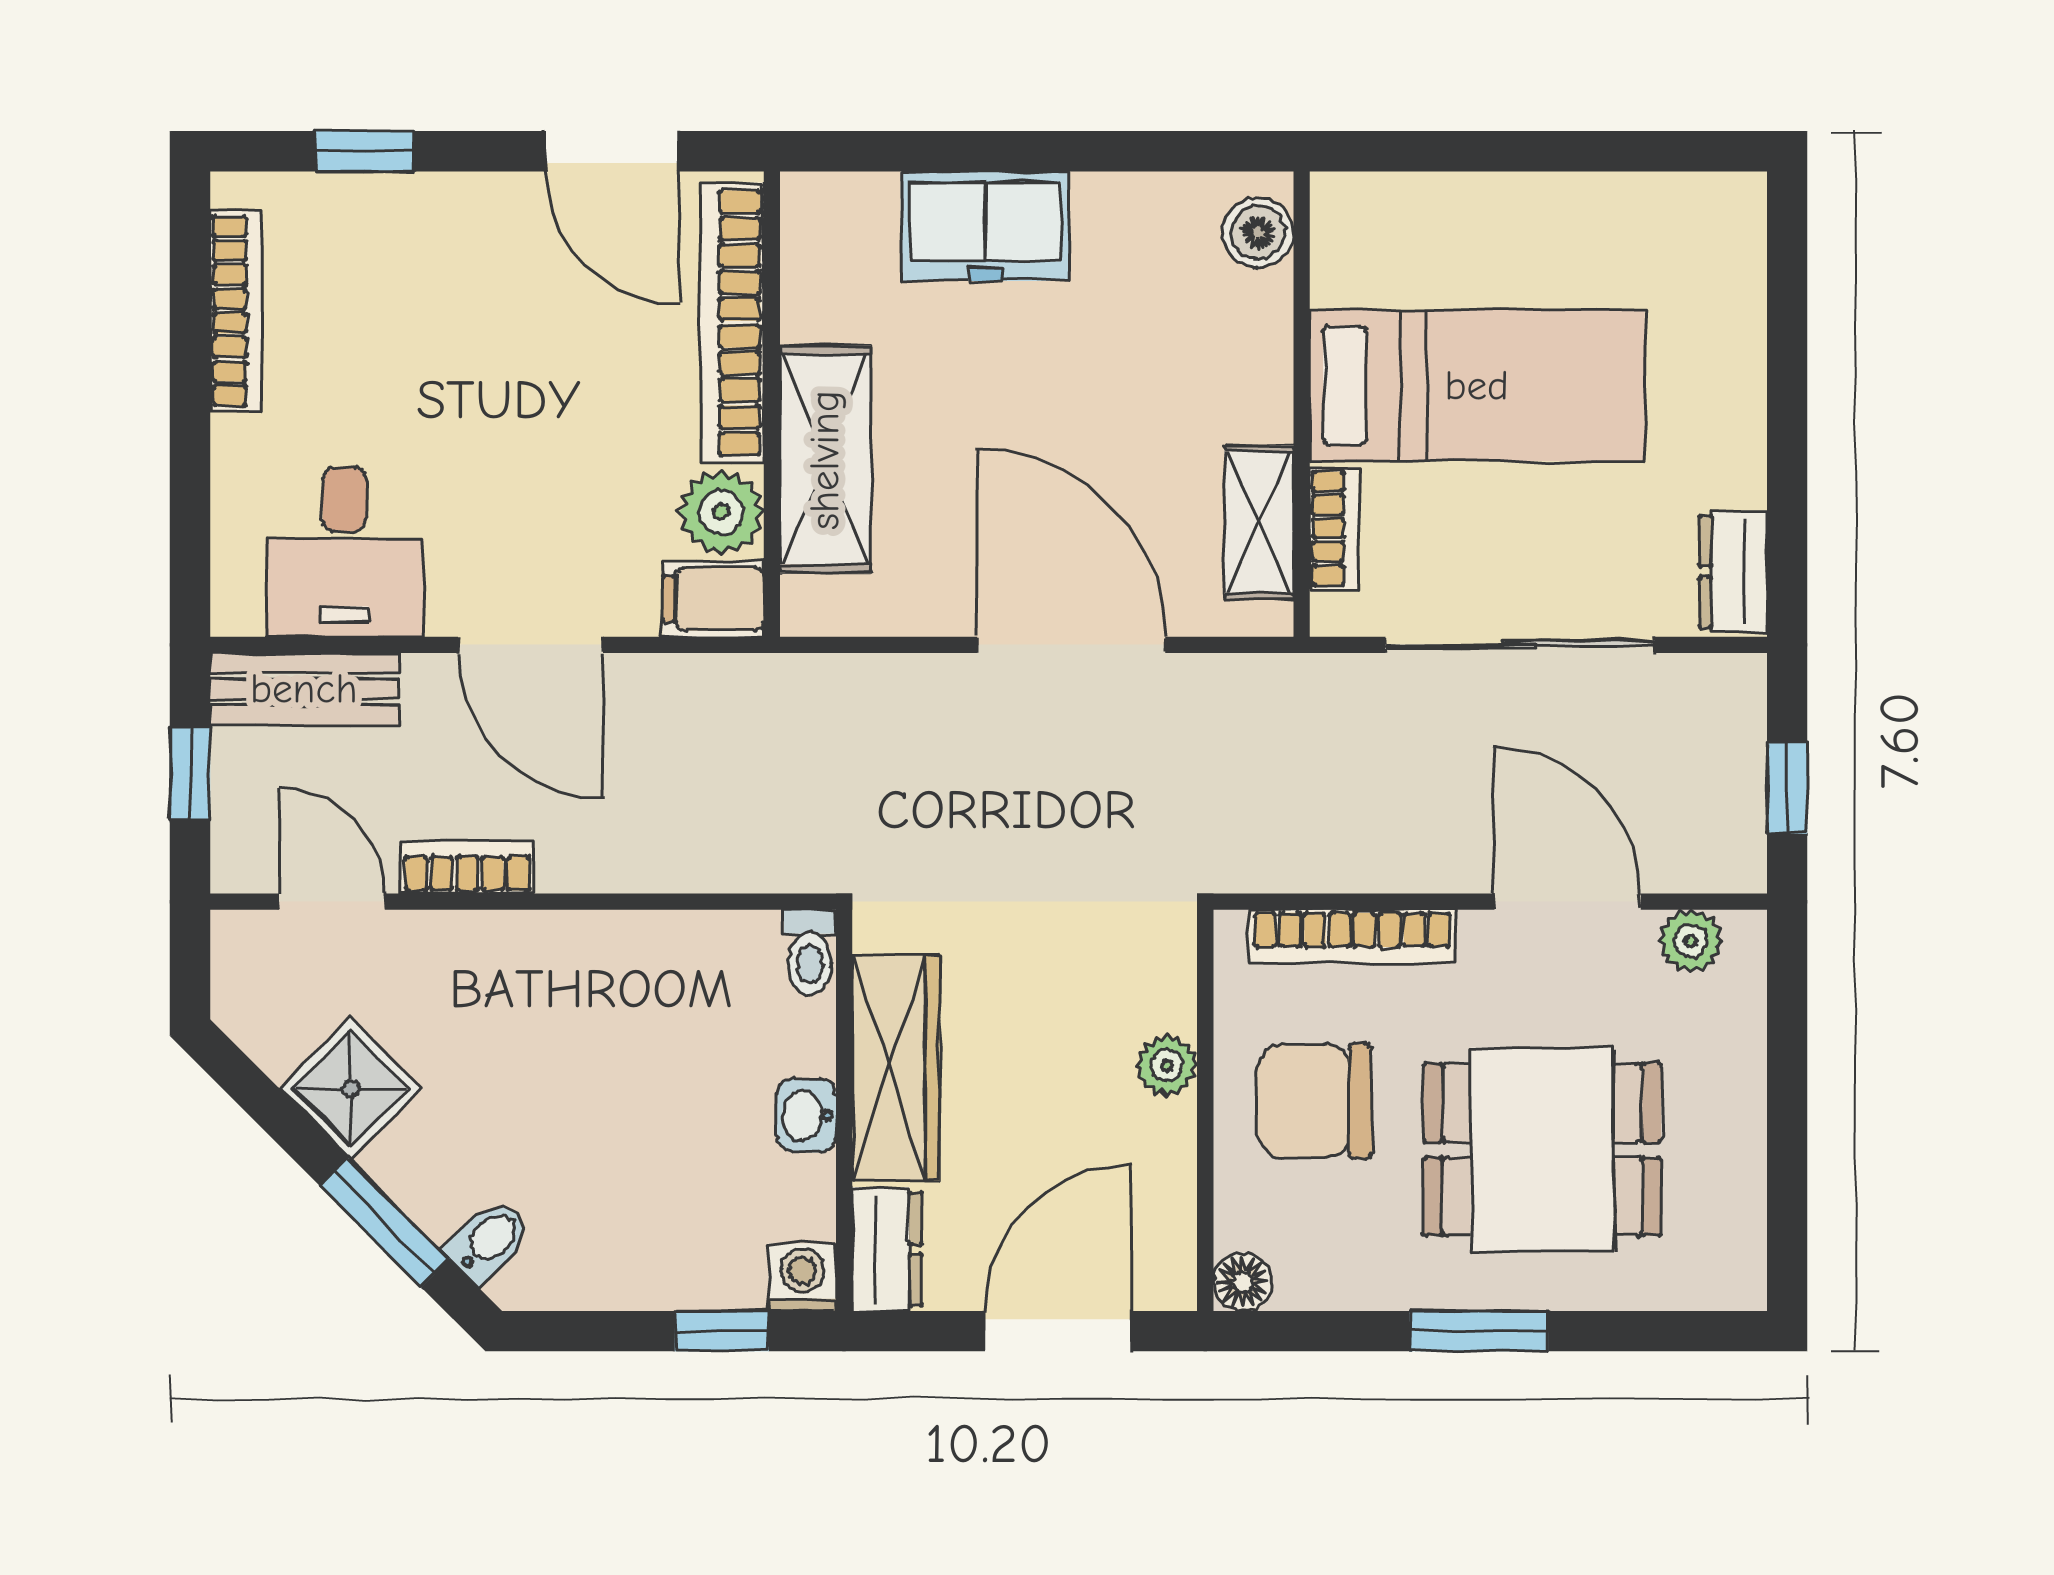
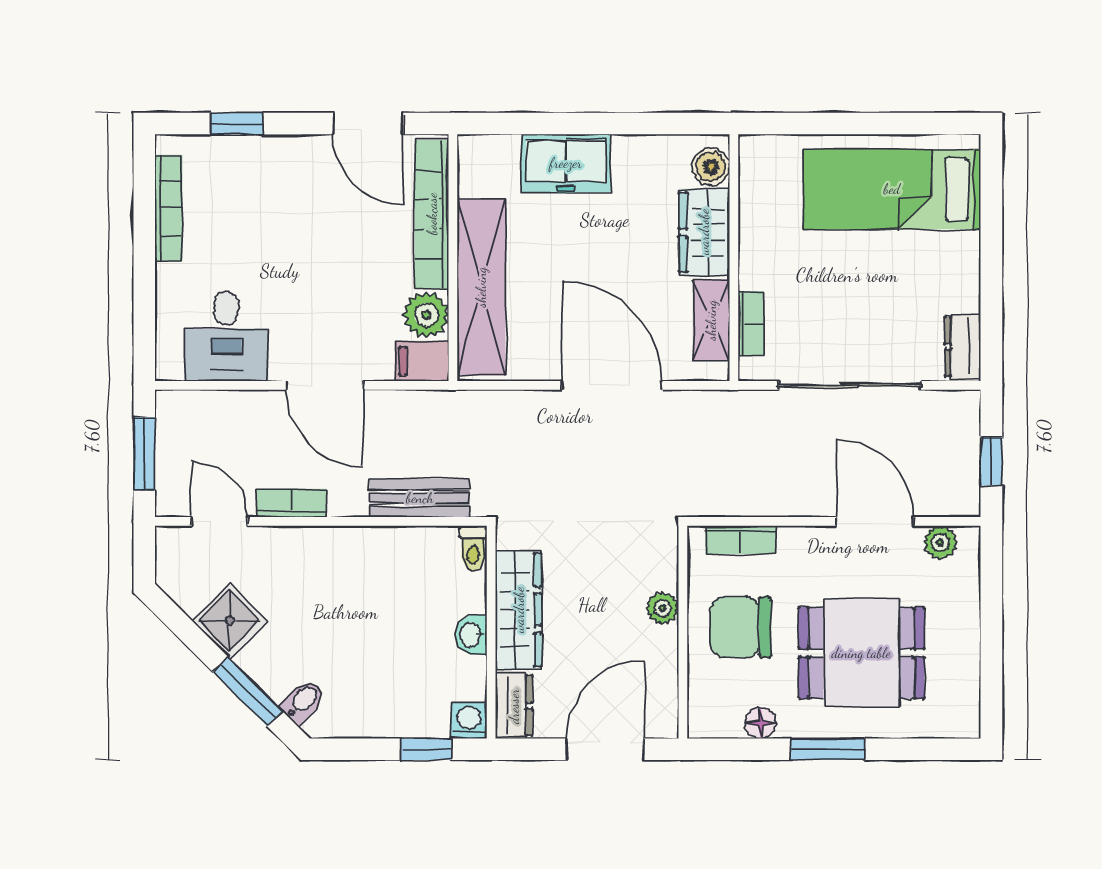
wardrobe: (1246, 357) -> (704, 232), added
bed: (1477, 386) -> (892, 189), moved, turned 180
shelving: (825, 460) -> (481, 287), width x1.47
bench: (304, 689) -> (420, 498), moved
window: (190, 774) -> (144, 454), width x1.50
bookcase: (1352, 936) -> (741, 540), width x0.64
floor lamp: (1243, 1282) -> (761, 723), moved

